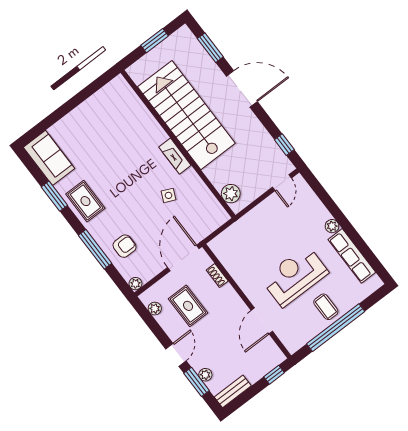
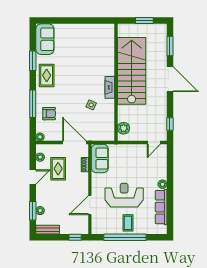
sofa: (230, 254) -> (100, 159), added
door: (183, 258) -> (74, 143), hinge flipped
door: (176, 355) -> (33, 177), moved

